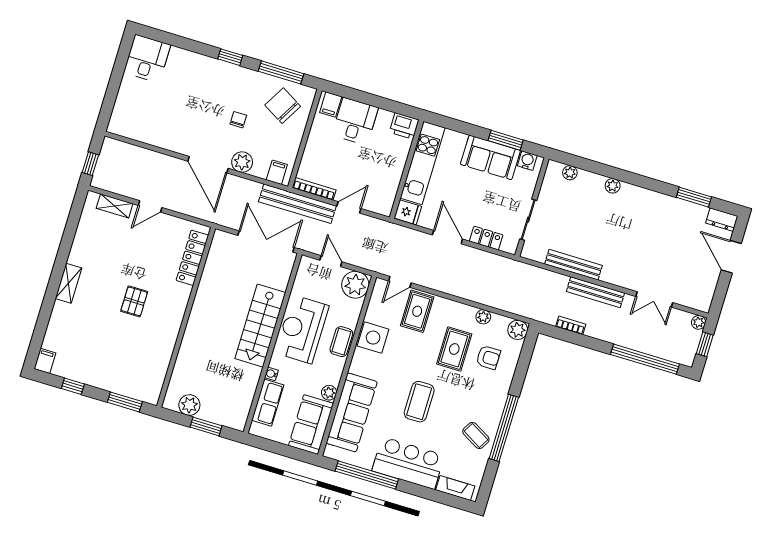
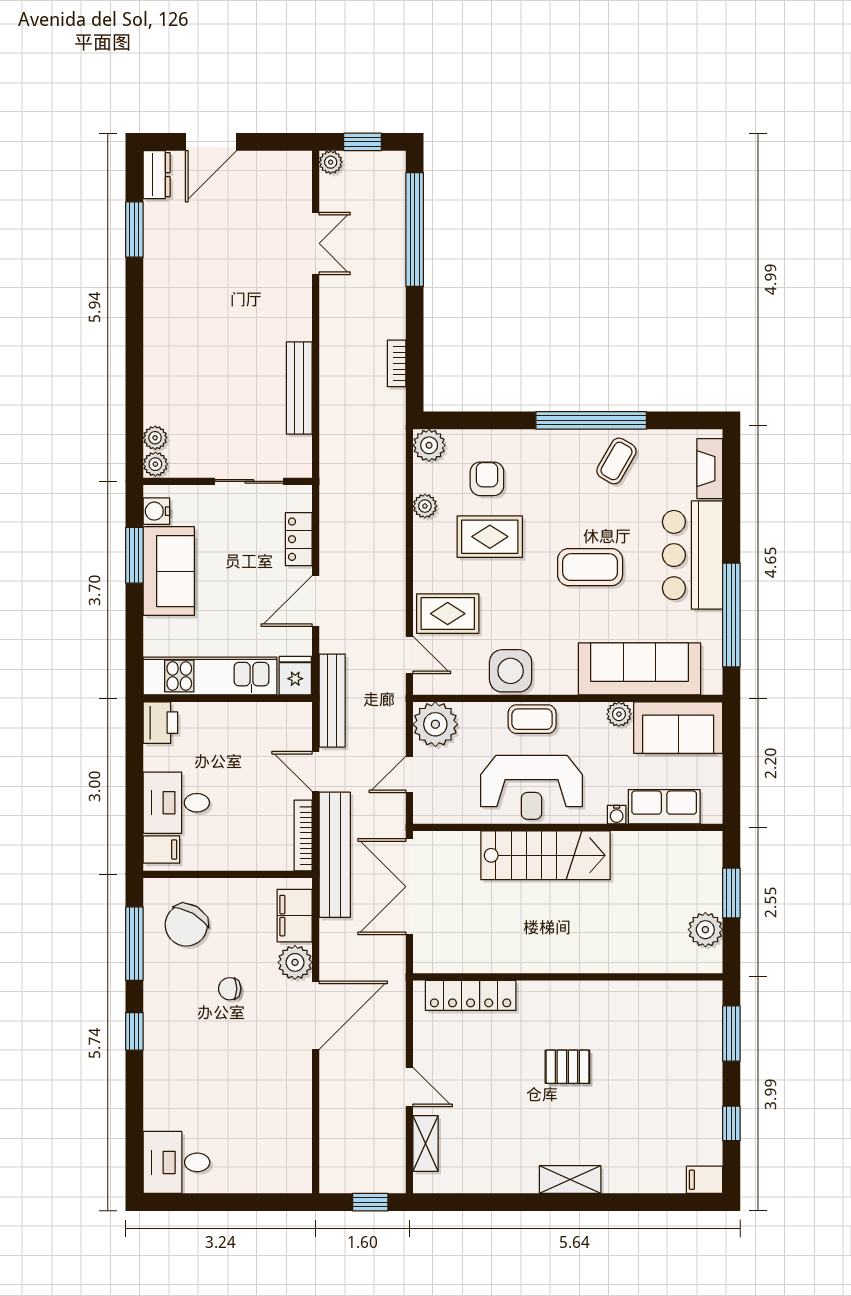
filing cabinet: (277, 172) -> (295, 916), width x2.00
plant: (613, 186) -> (155, 464), moved
bench: (595, 292) -> (332, 701), moved

